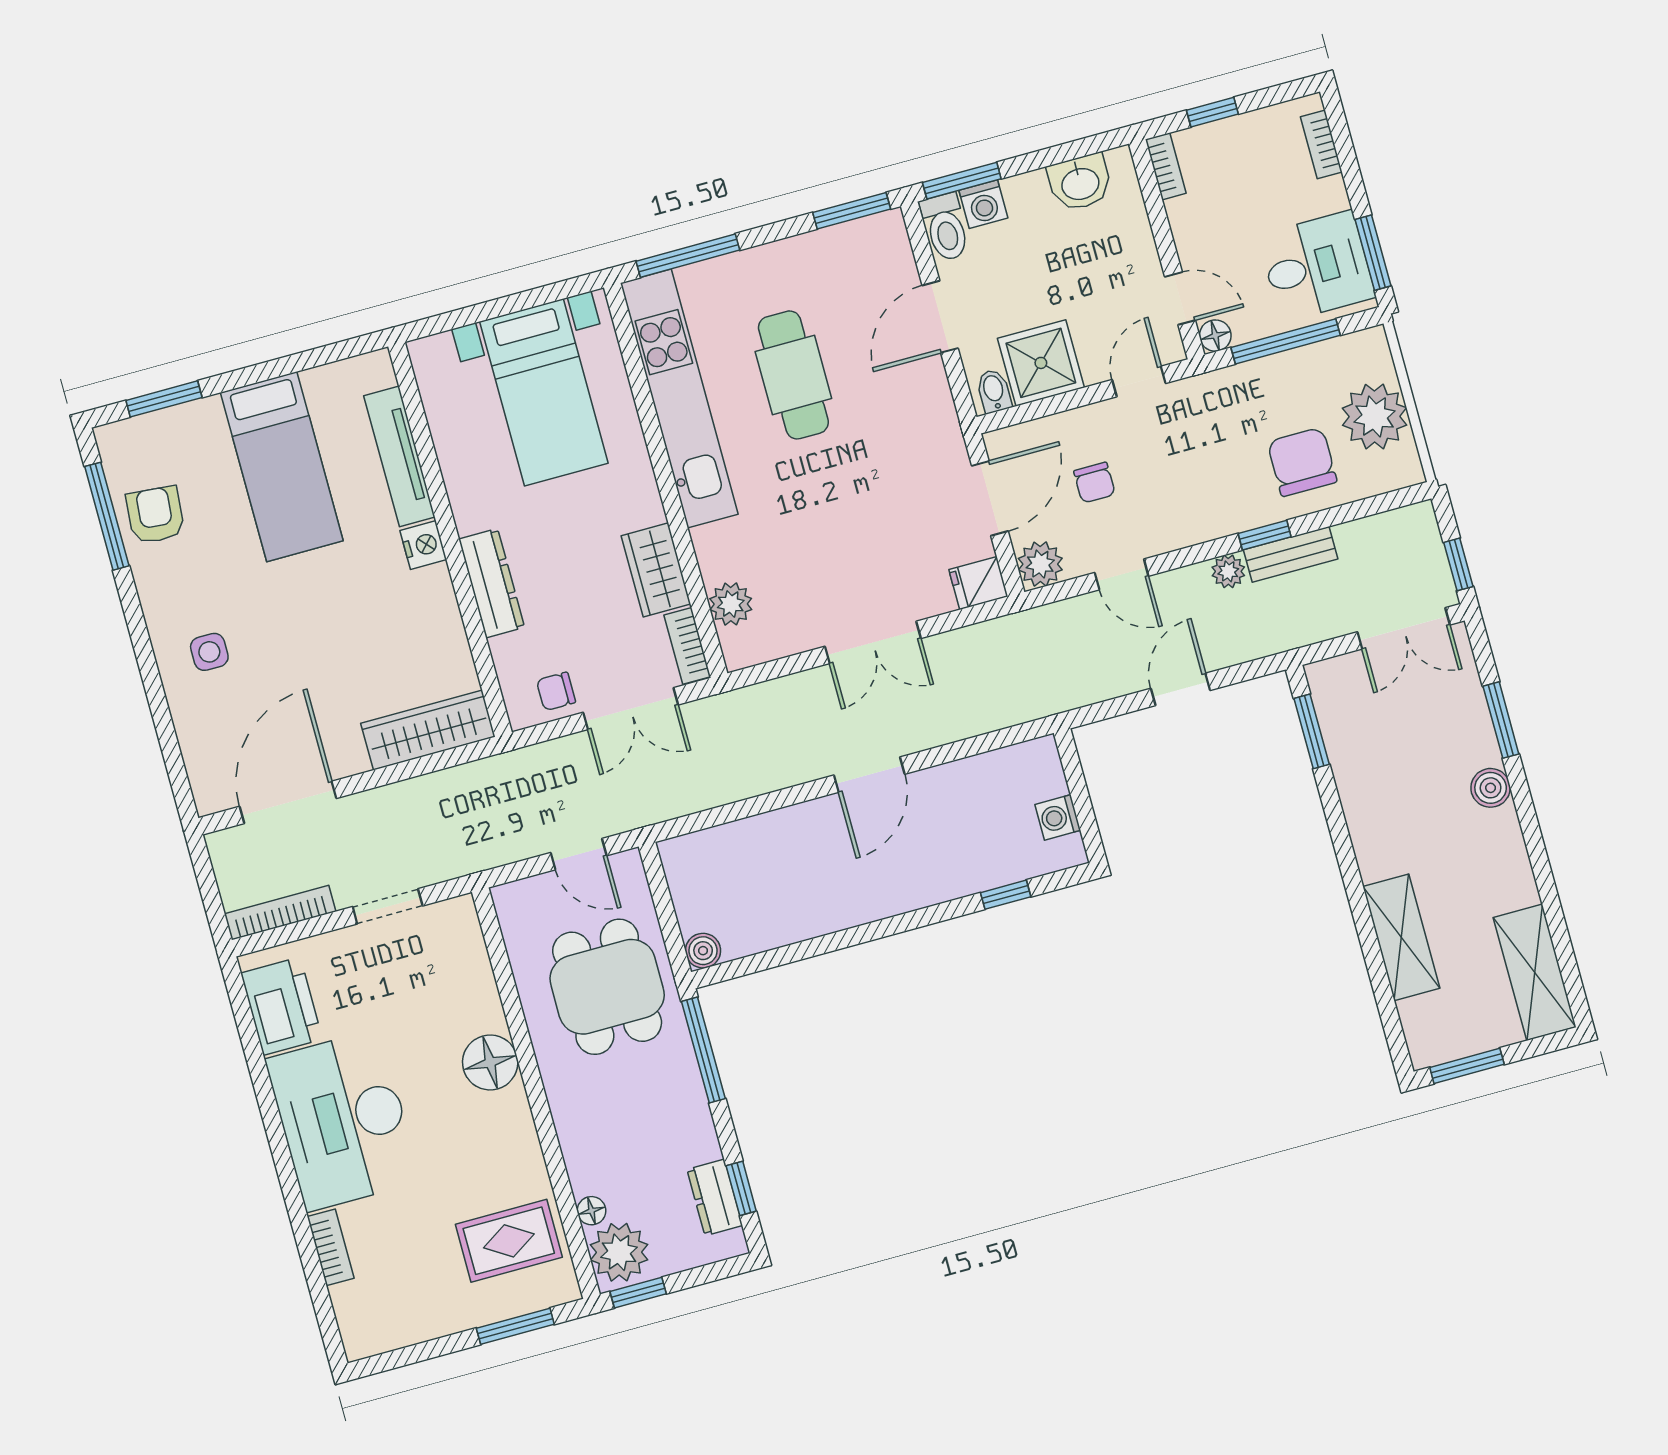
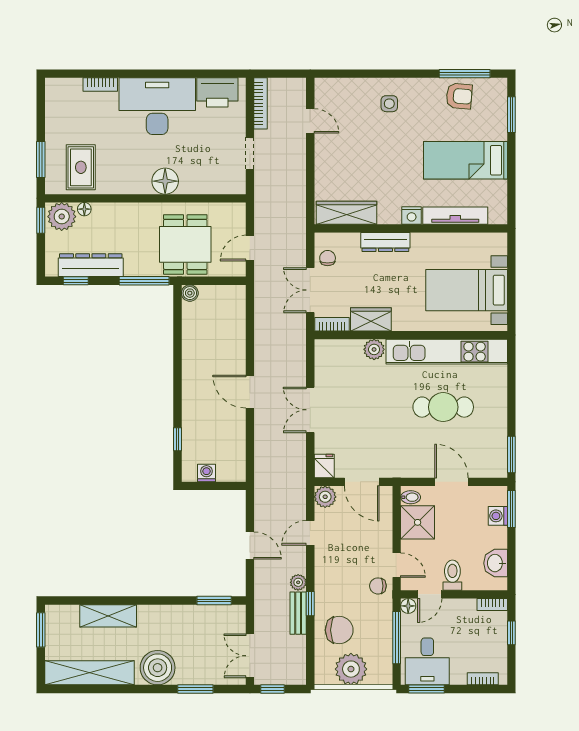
toilet: (945, 227) -> (452, 575), moved, turned 90
window: (688, 256) -> (511, 374), removed
chair: (1094, 483) -> (378, 586), moved
plant: (731, 604) -> (374, 349), moved
wardrobe: (428, 730) -> (346, 213), moved, turned -90
boiler: (1491, 788) -> (158, 668), width x1.86, depth x1.86
door: (288, 802) -> (310, 121), width x0.53
shelving: (1535, 972) -> (89, 673), width x1.47
dining table: (607, 987) -> (185, 244), turned 90
dresser: (715, 1197) -> (91, 265), width x1.96, depth x1.24

